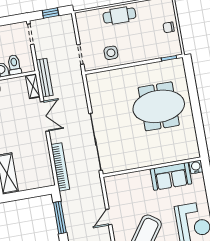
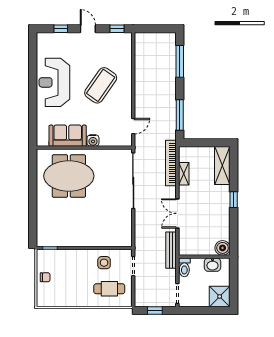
cafe table: (119, 16) -> (109, 289), moved
toilet: (14, 65) -> (184, 267), moved
shelving: (33, 86) -> (184, 174), moved
meeting table: (159, 106) -> (69, 176), moved
water cooler: (196, 167) -> (93, 140), moved
door: (109, 217) -> (133, 126), moved

